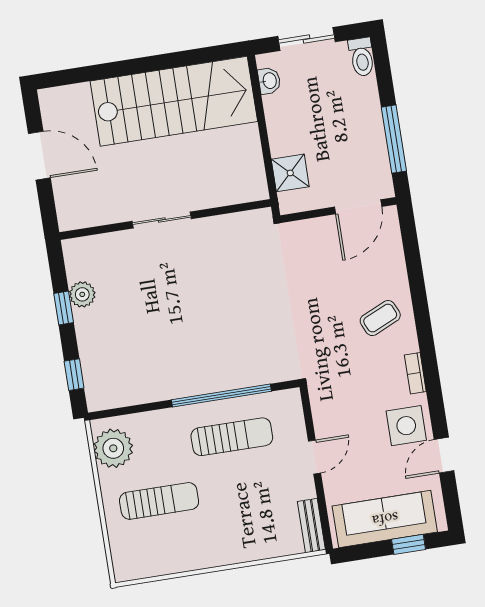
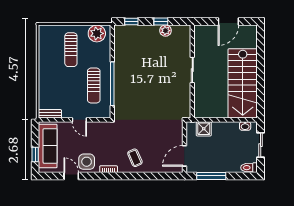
door: (358, 207) -> (184, 156), hinge flipped

